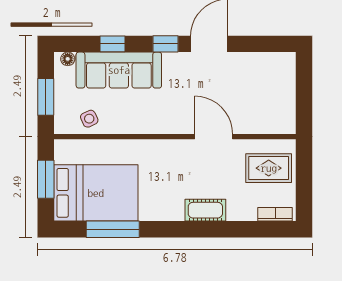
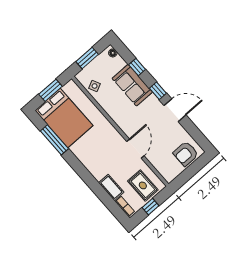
sofa: (119, 70) -> (132, 85), width x0.73
armchair: (276, 78) -> (186, 154), added
window: (304, 182) -> (150, 207), added
cot: (205, 210) -> (111, 187), moved

